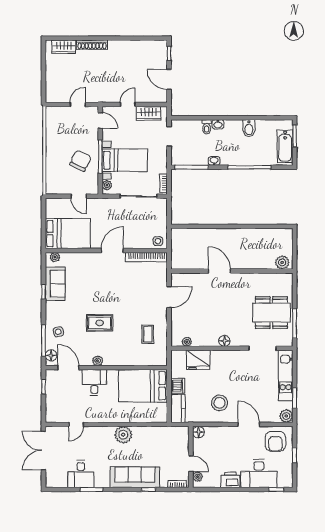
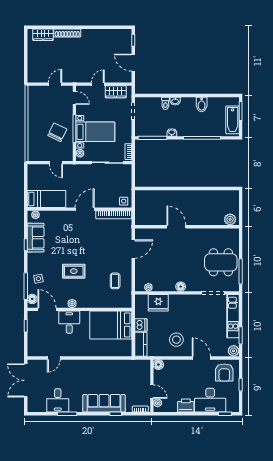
bed: (68, 234) -> (47, 199), width x0.67
plant: (123, 435) -> (94, 367), removed

